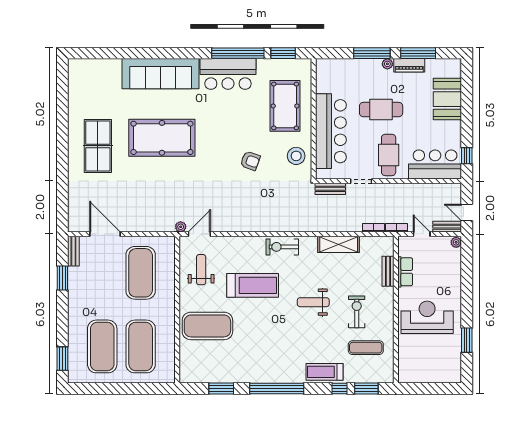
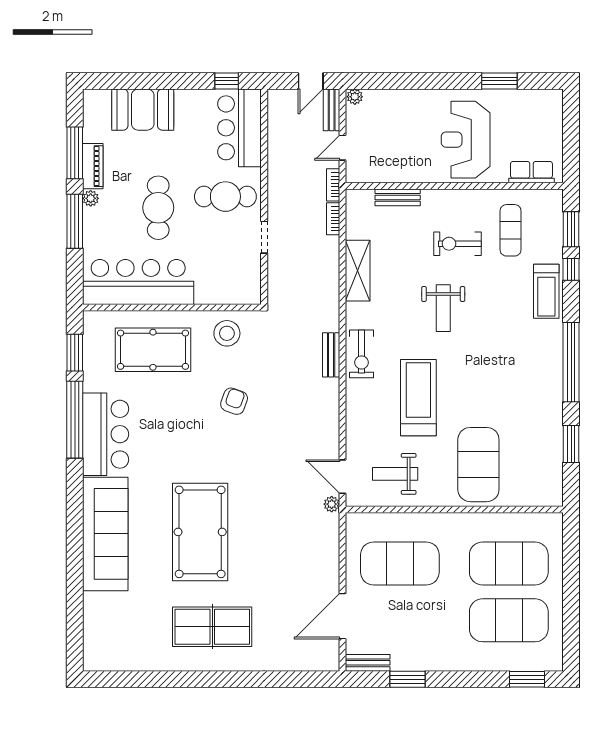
bar counter: (331, 131) -> (138, 282), moved
bench: (330, 189) -> (331, 355), moved
row of seats: (405, 272) -> (531, 172), moved

